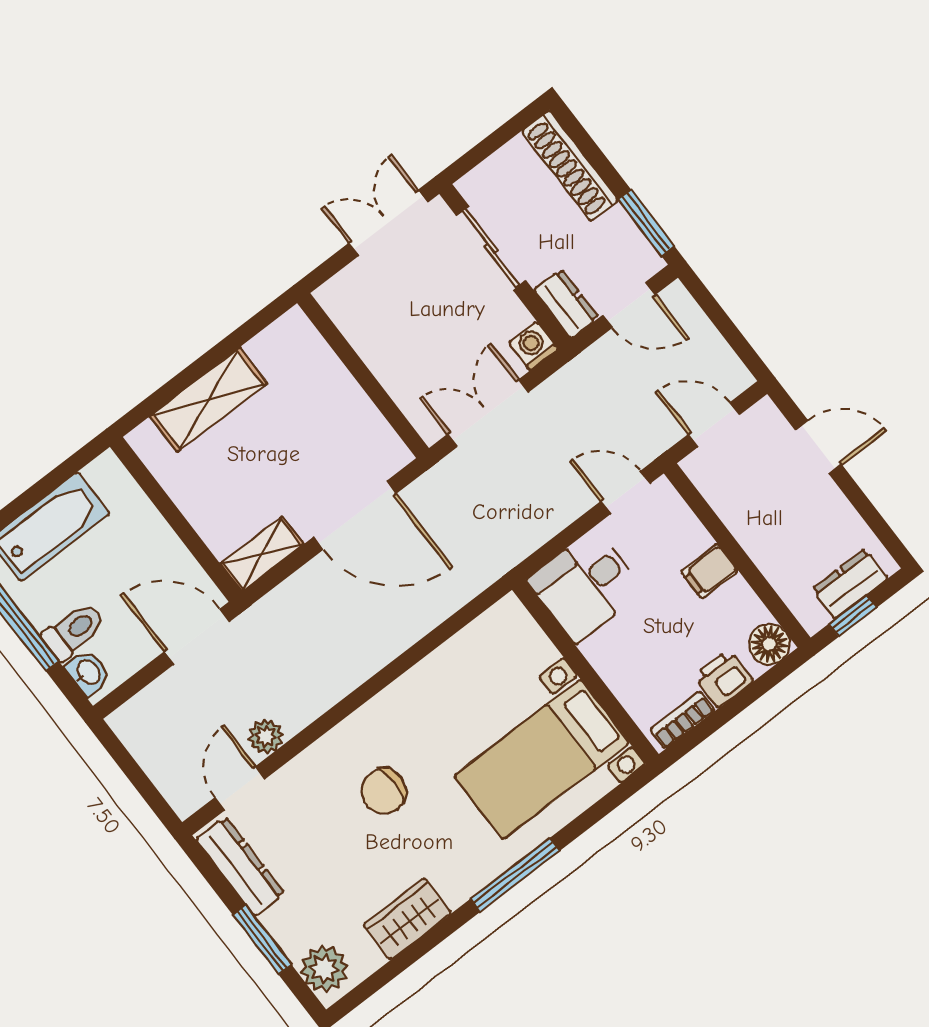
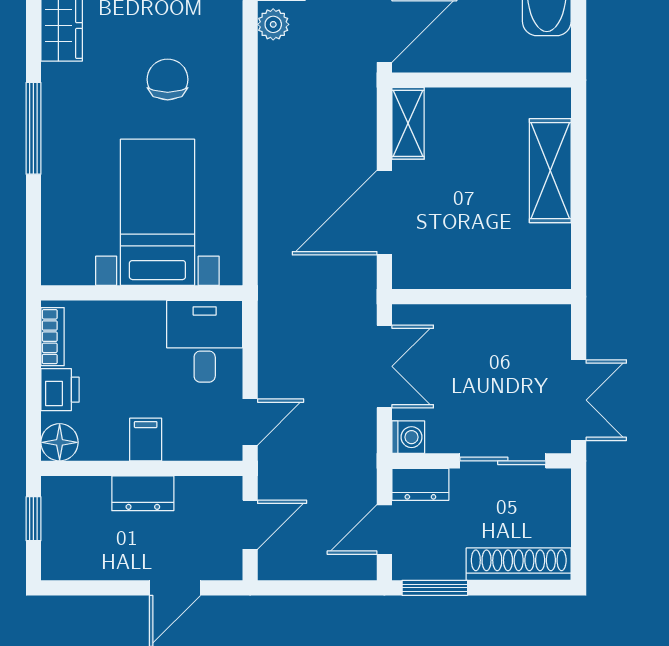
dresser: (850, 584) -> (143, 493), moved, turned 90
bed with nightstands: (542, 759) -> (157, 212), moved

